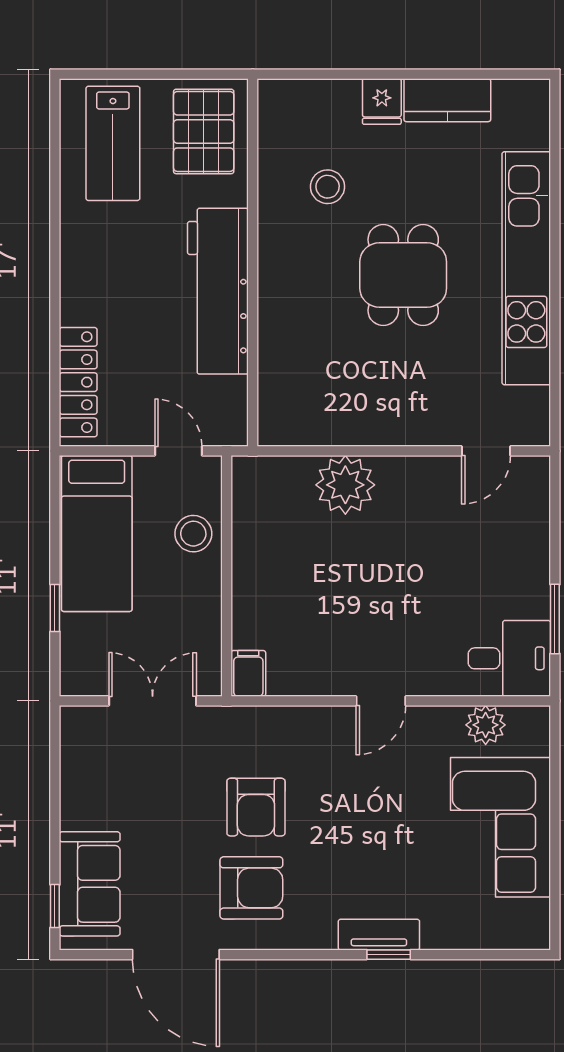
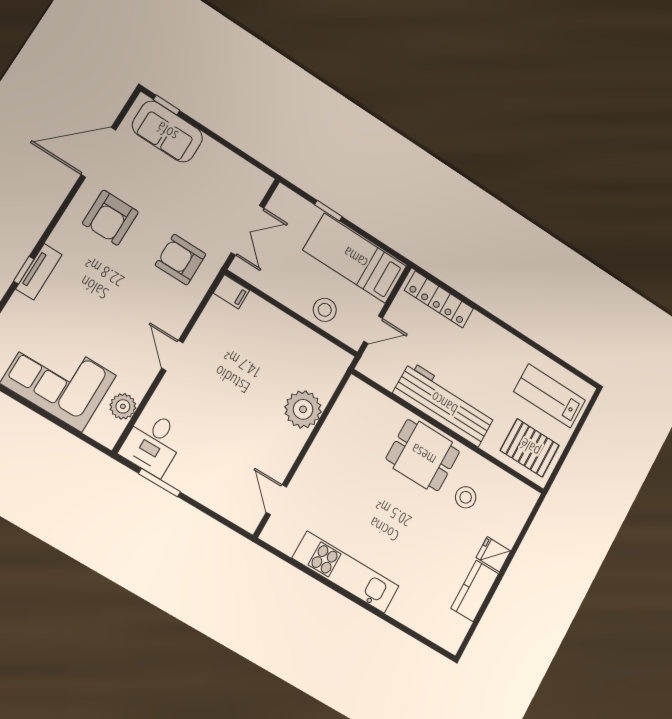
kitchen unit: (526, 268) -> (346, 572), width x0.73
dining table: (403, 275) -> (423, 455), moved
armchair: (256, 807) -> (181, 260), moved

